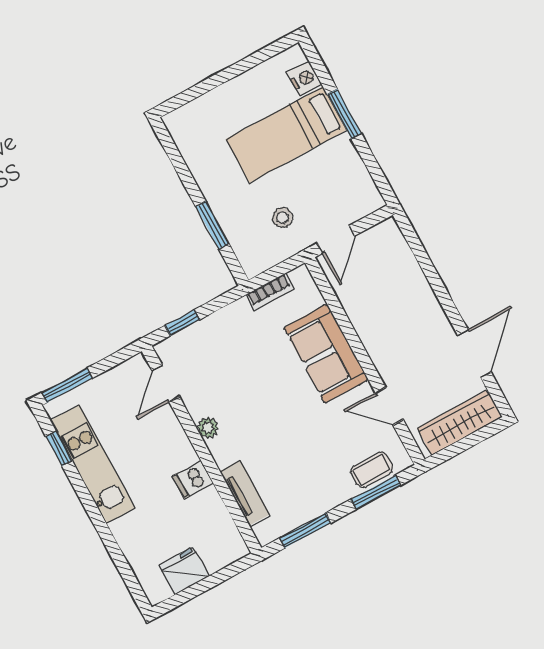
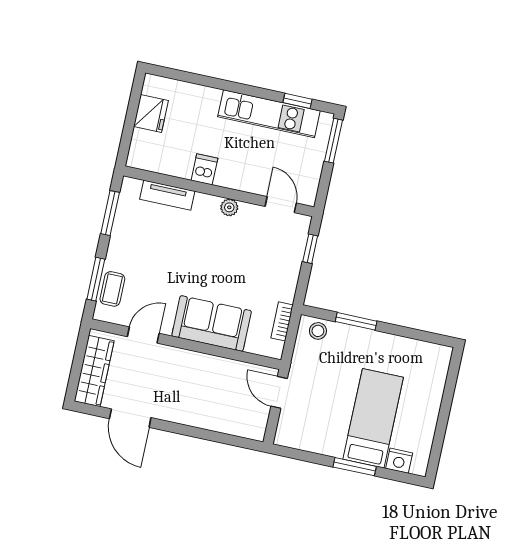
stool: (283, 218) -> (318, 331), moved

